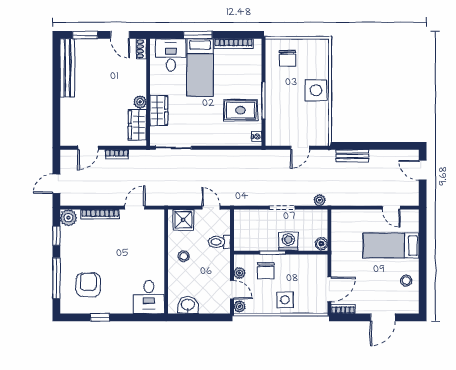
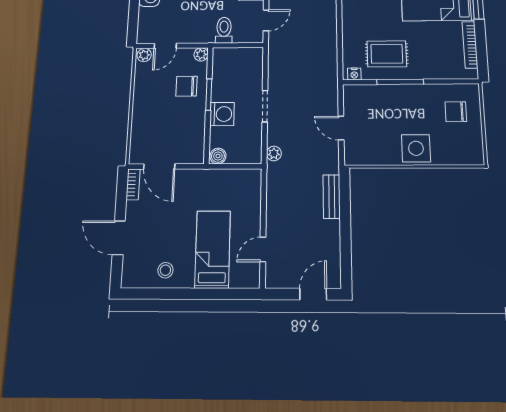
rug: (240, 110) -> (387, 54), turned 90
plant: (239, 273) -> (201, 54), moved
side table: (285, 300) -> (149, 110), removed

